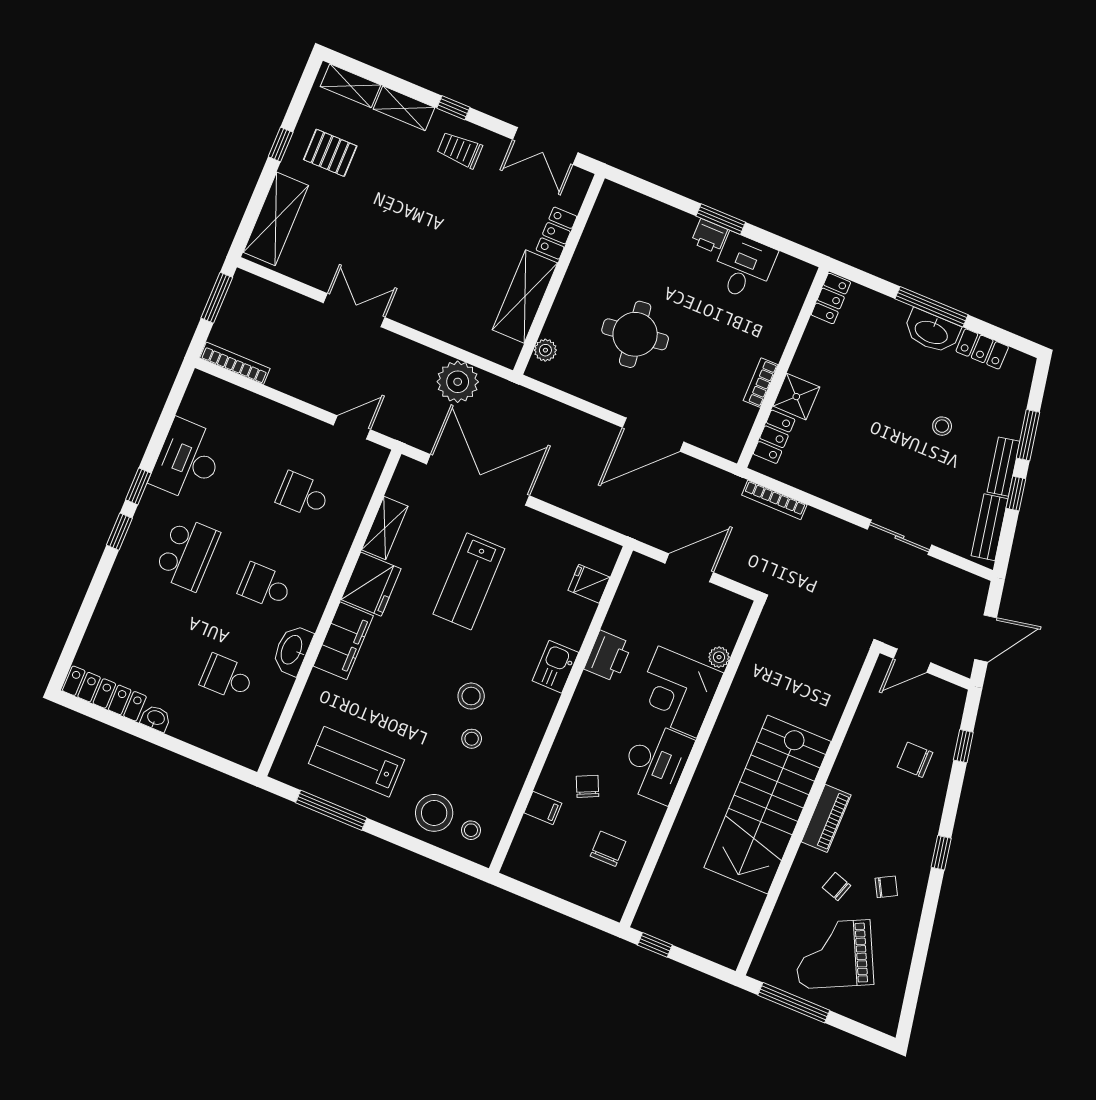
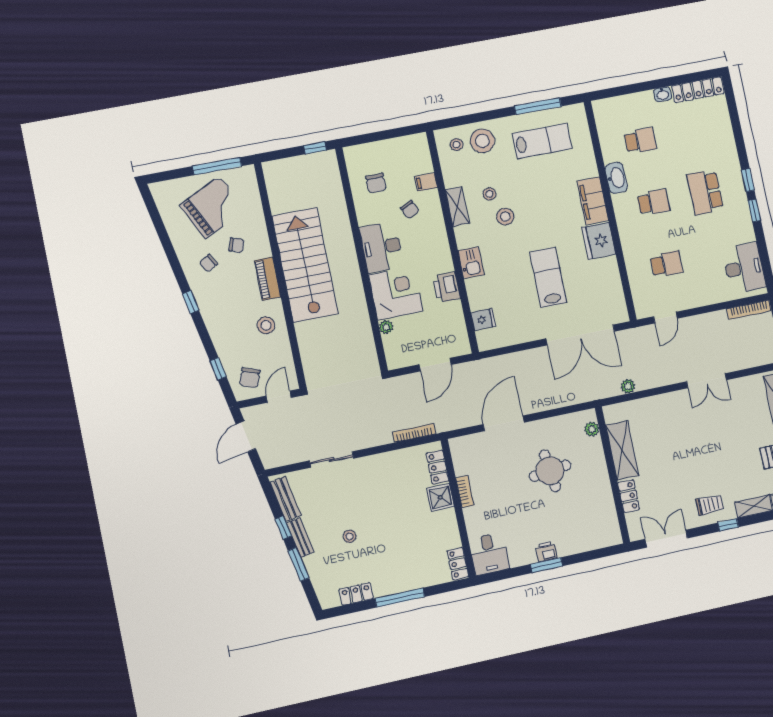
desk: (743, 267) -> (489, 554), moved
washbasin: (932, 332) -> (390, 584), removed
plant: (458, 382) -> (628, 386), width x0.53, depth x0.53
desk: (188, 460) -> (744, 268), moved
shelving: (385, 528) -> (457, 206), moved
chair: (915, 760) -> (250, 378), moved, turned 110
stool: (868, 761) -> (266, 325), added

